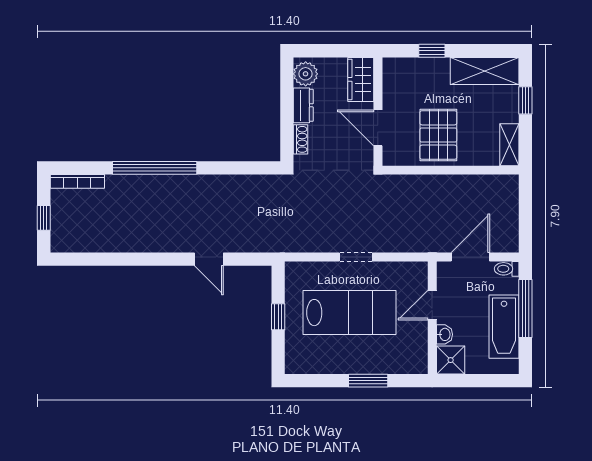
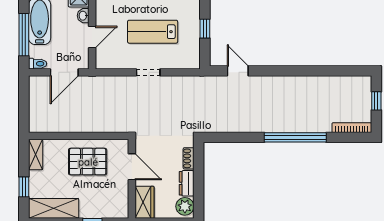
pallet: (438, 135) -> (88, 162), turned 90
door: (209, 259) -> (238, 71), moved
lab bench: (350, 313) -> (153, 32), width x0.73, depth x0.72

